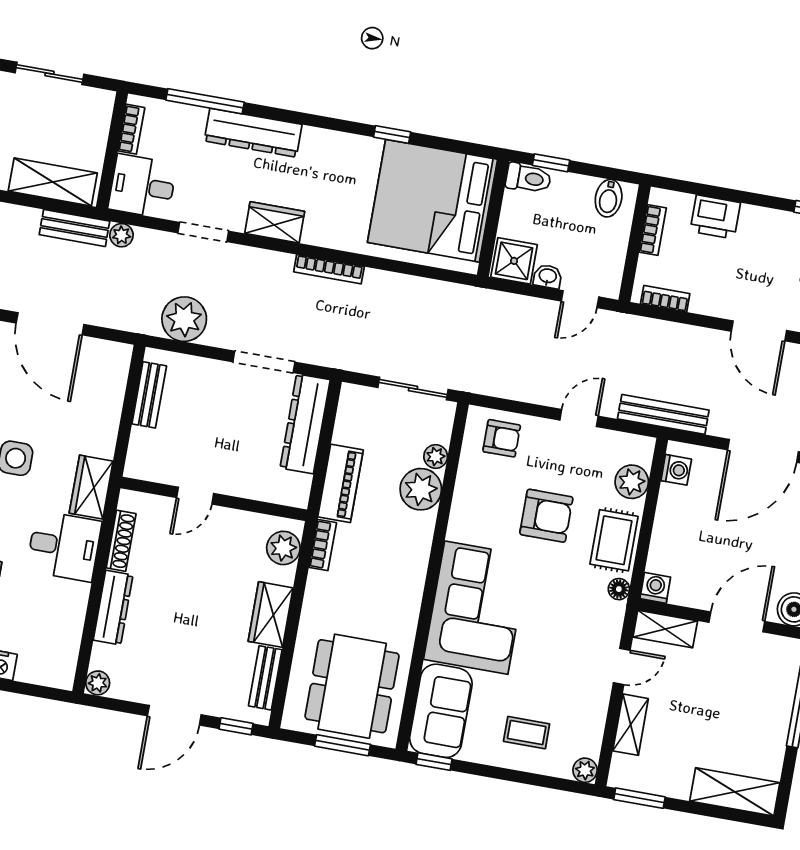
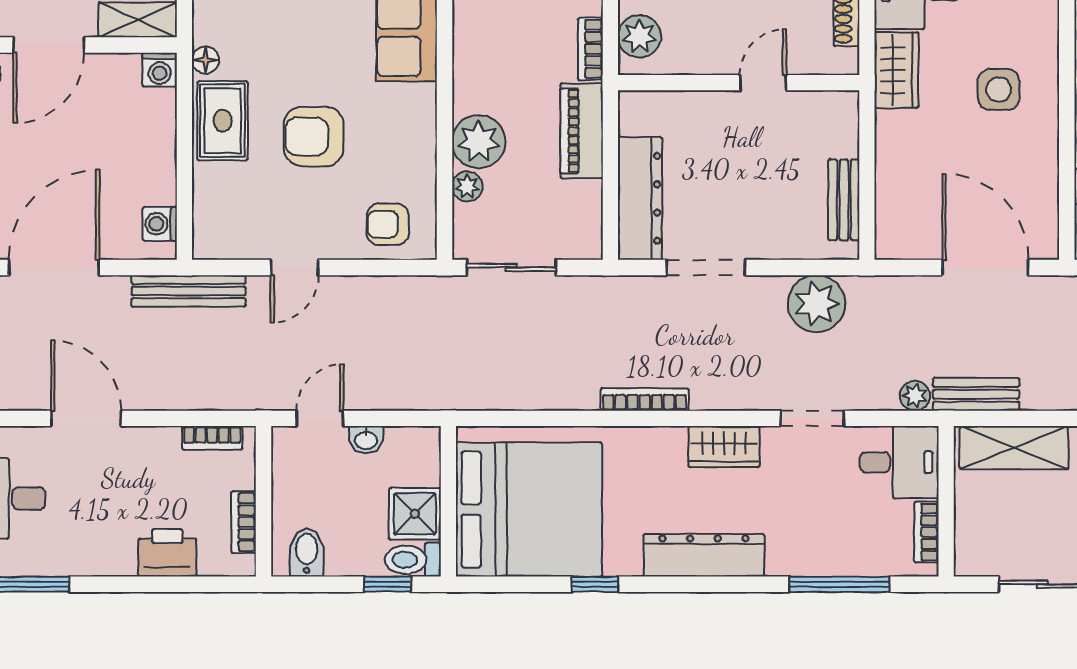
dresser: (253, 133) -> (704, 555), moved
shower: (514, 261) -> (415, 514), moved
plant: (632, 482) -> (213, 199), removed

